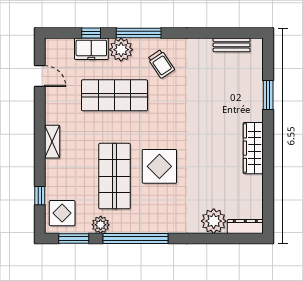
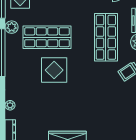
plant: (214, 221) -> (10, 105), width x0.53, depth x0.53

